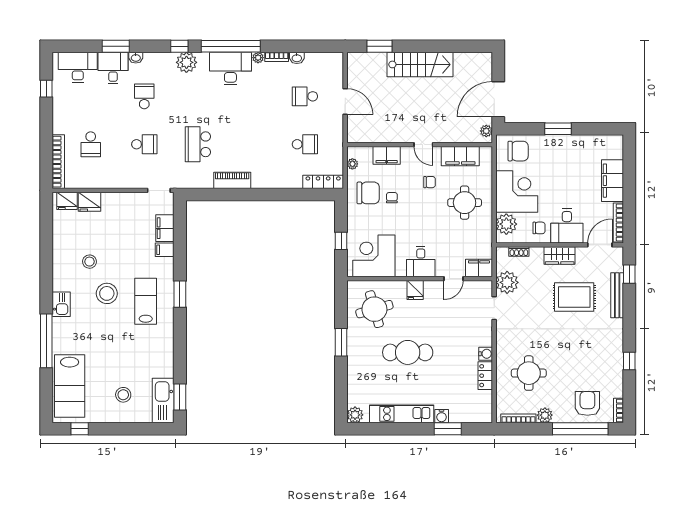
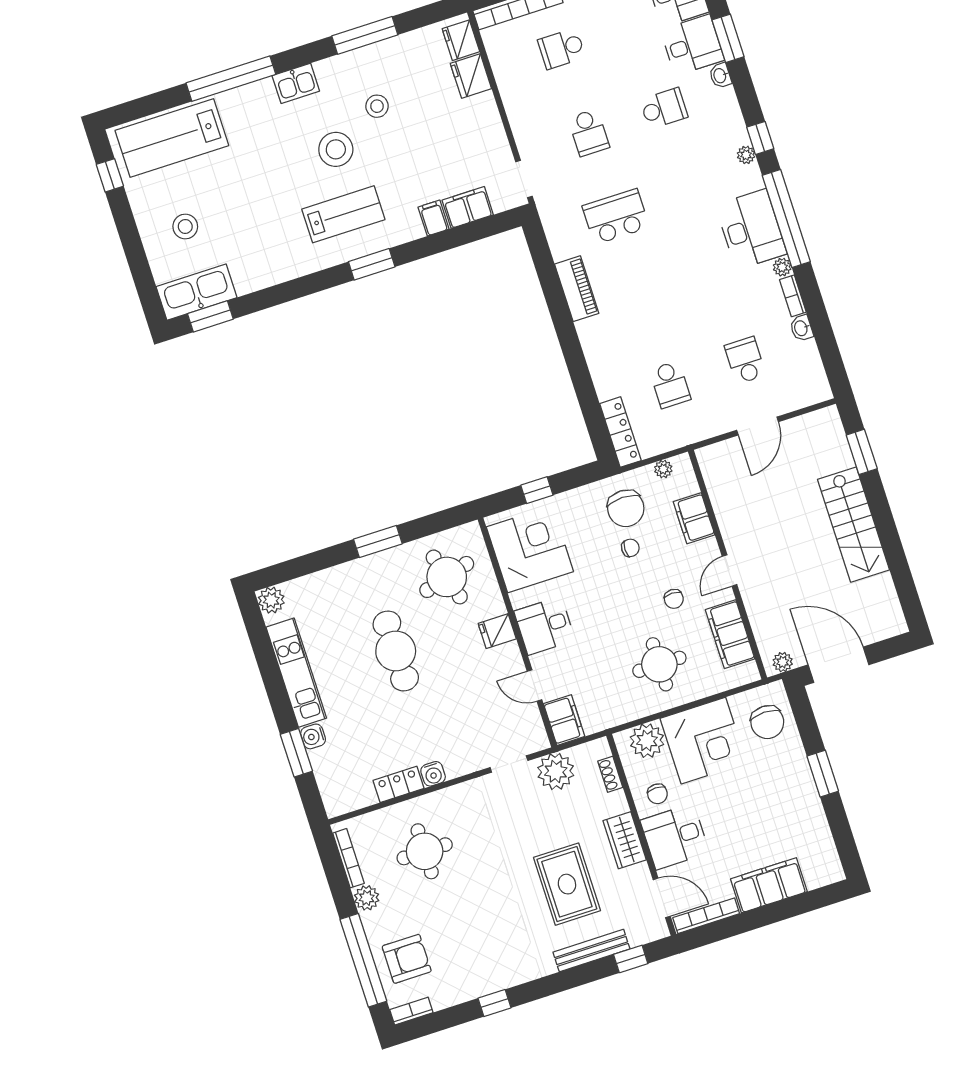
plant: (186, 62) -> (746, 155), width x0.53, depth x0.53
window: (46, 255) -> (365, 35), added

